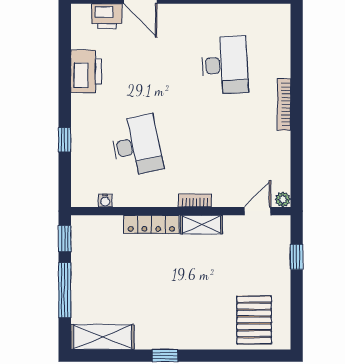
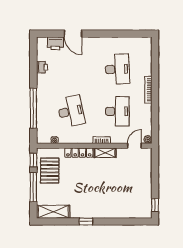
printer: (86, 71) -> (42, 67), width x0.53, depth x0.68
window: (65, 140) -> (33, 108), width x3.17
desk: (225, 146) -> (117, 111), added
window: (297, 257) -> (155, 205), moved
pallet: (254, 320) -> (50, 171), moved

